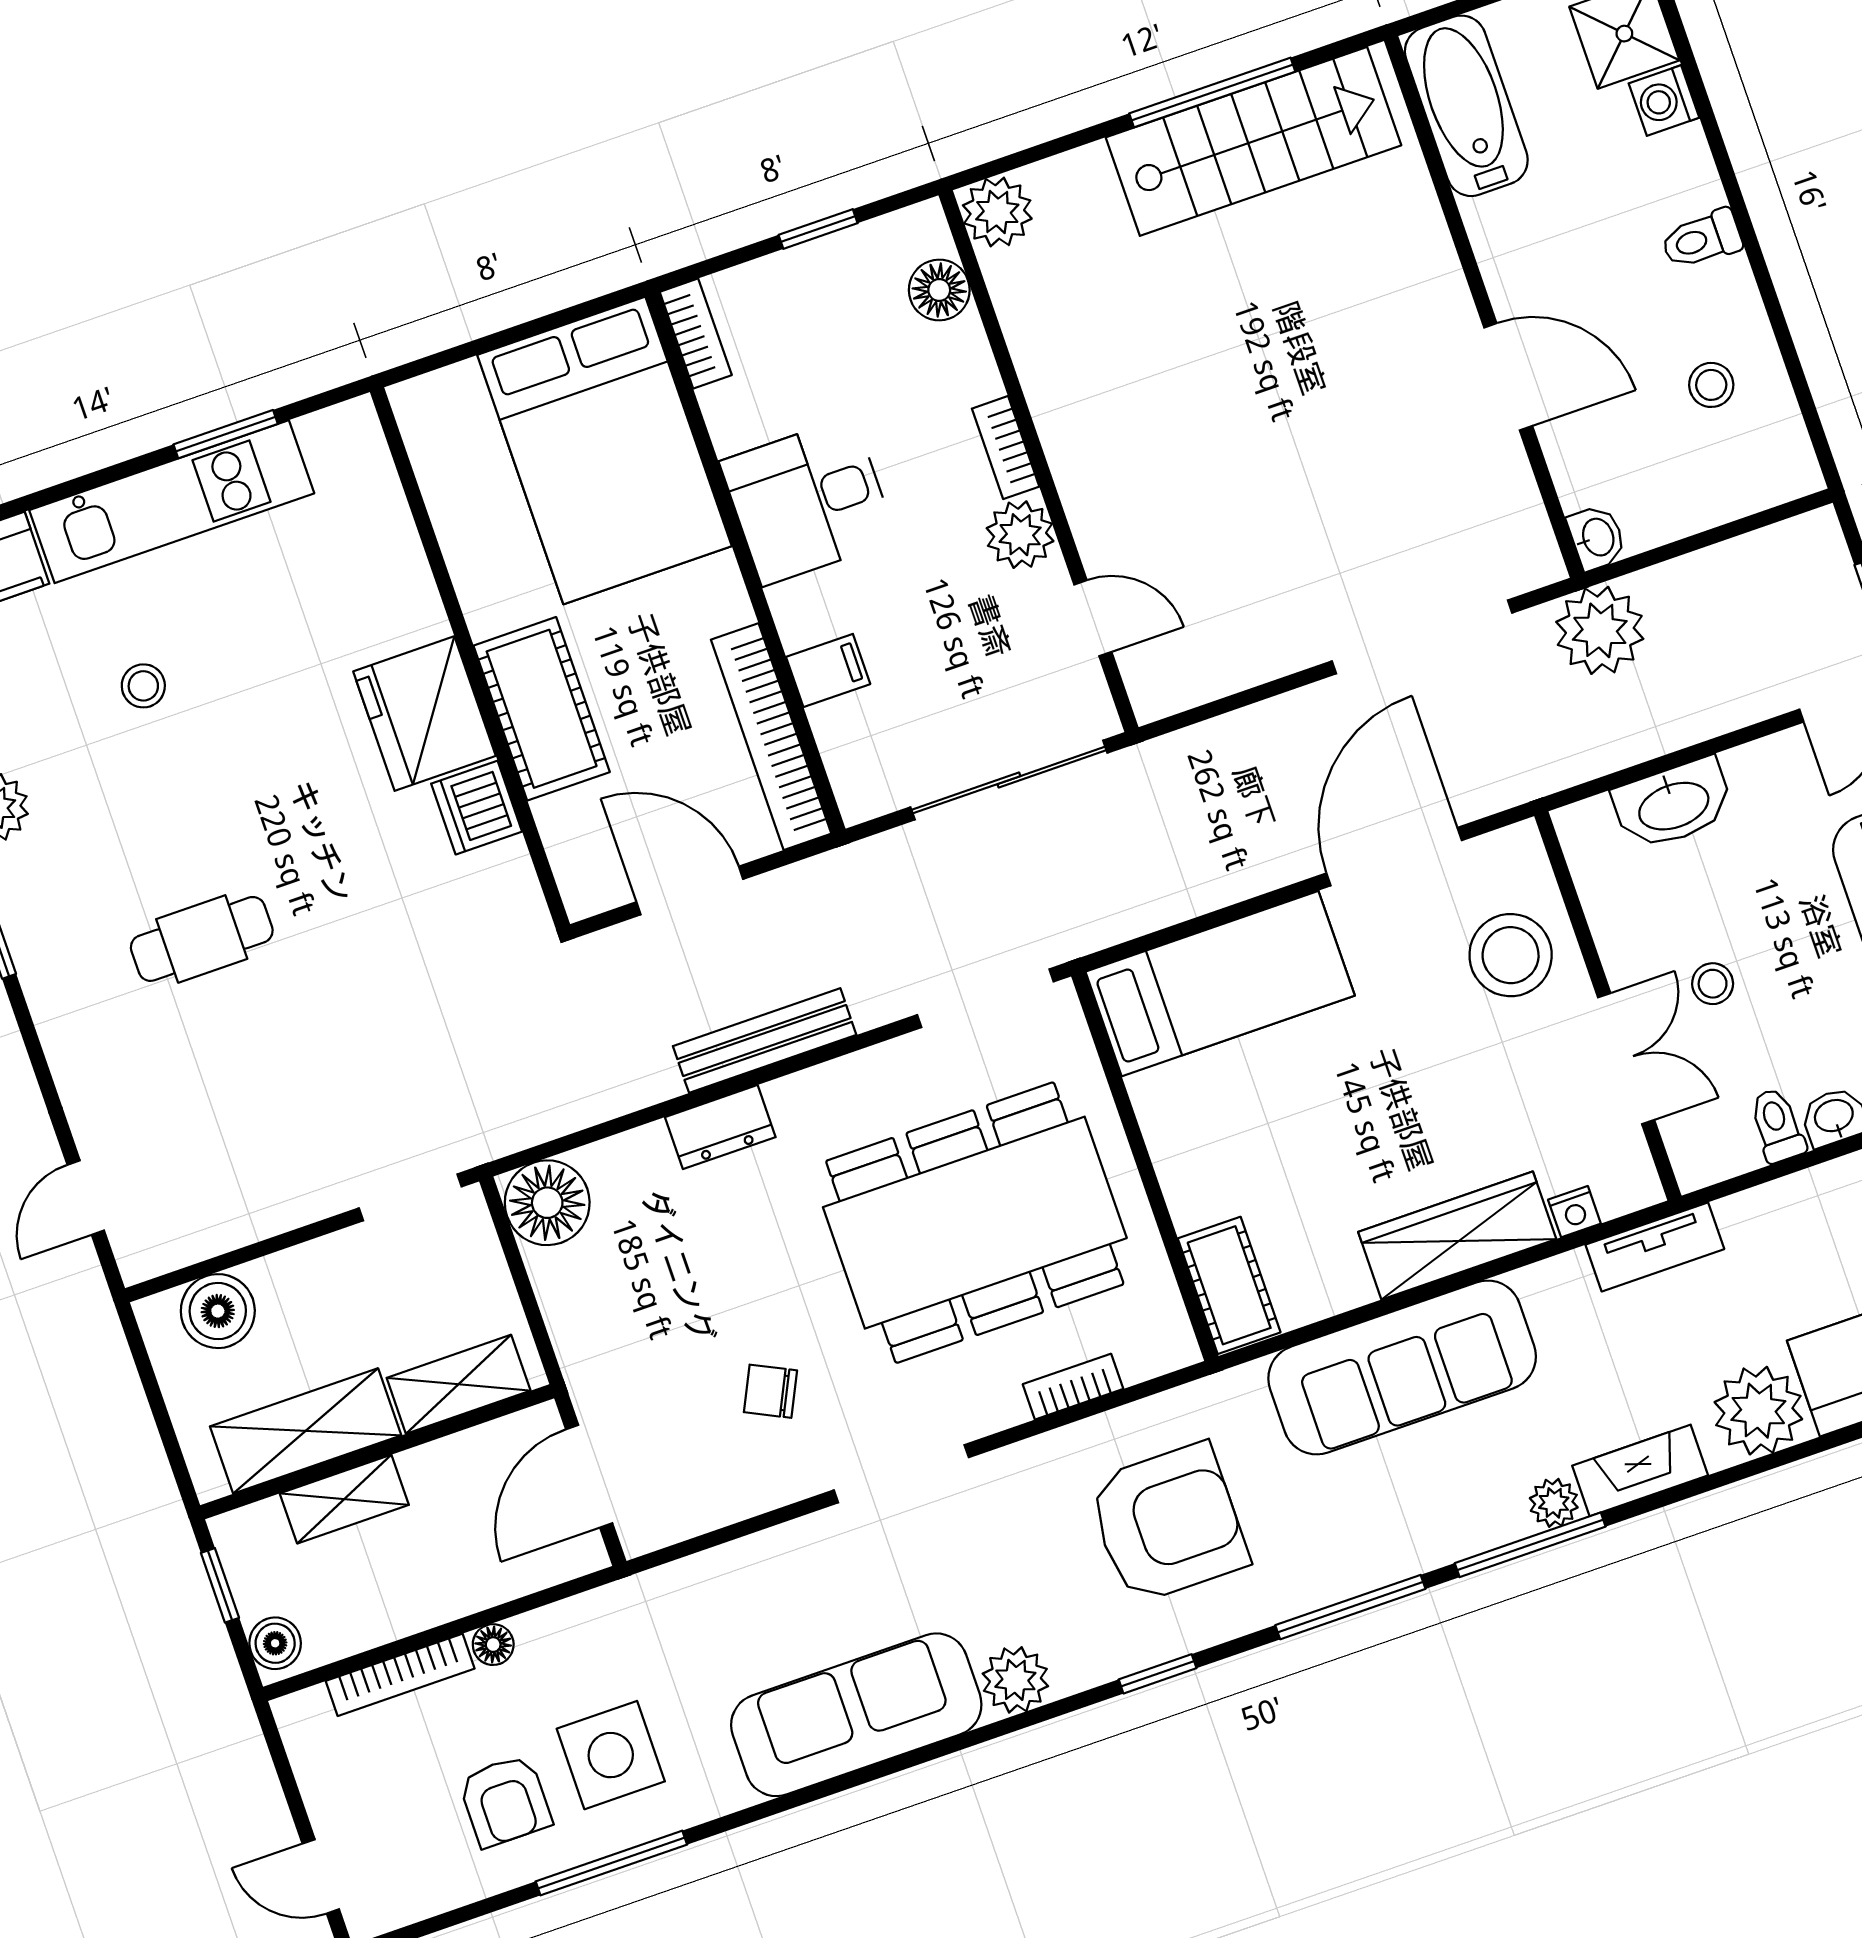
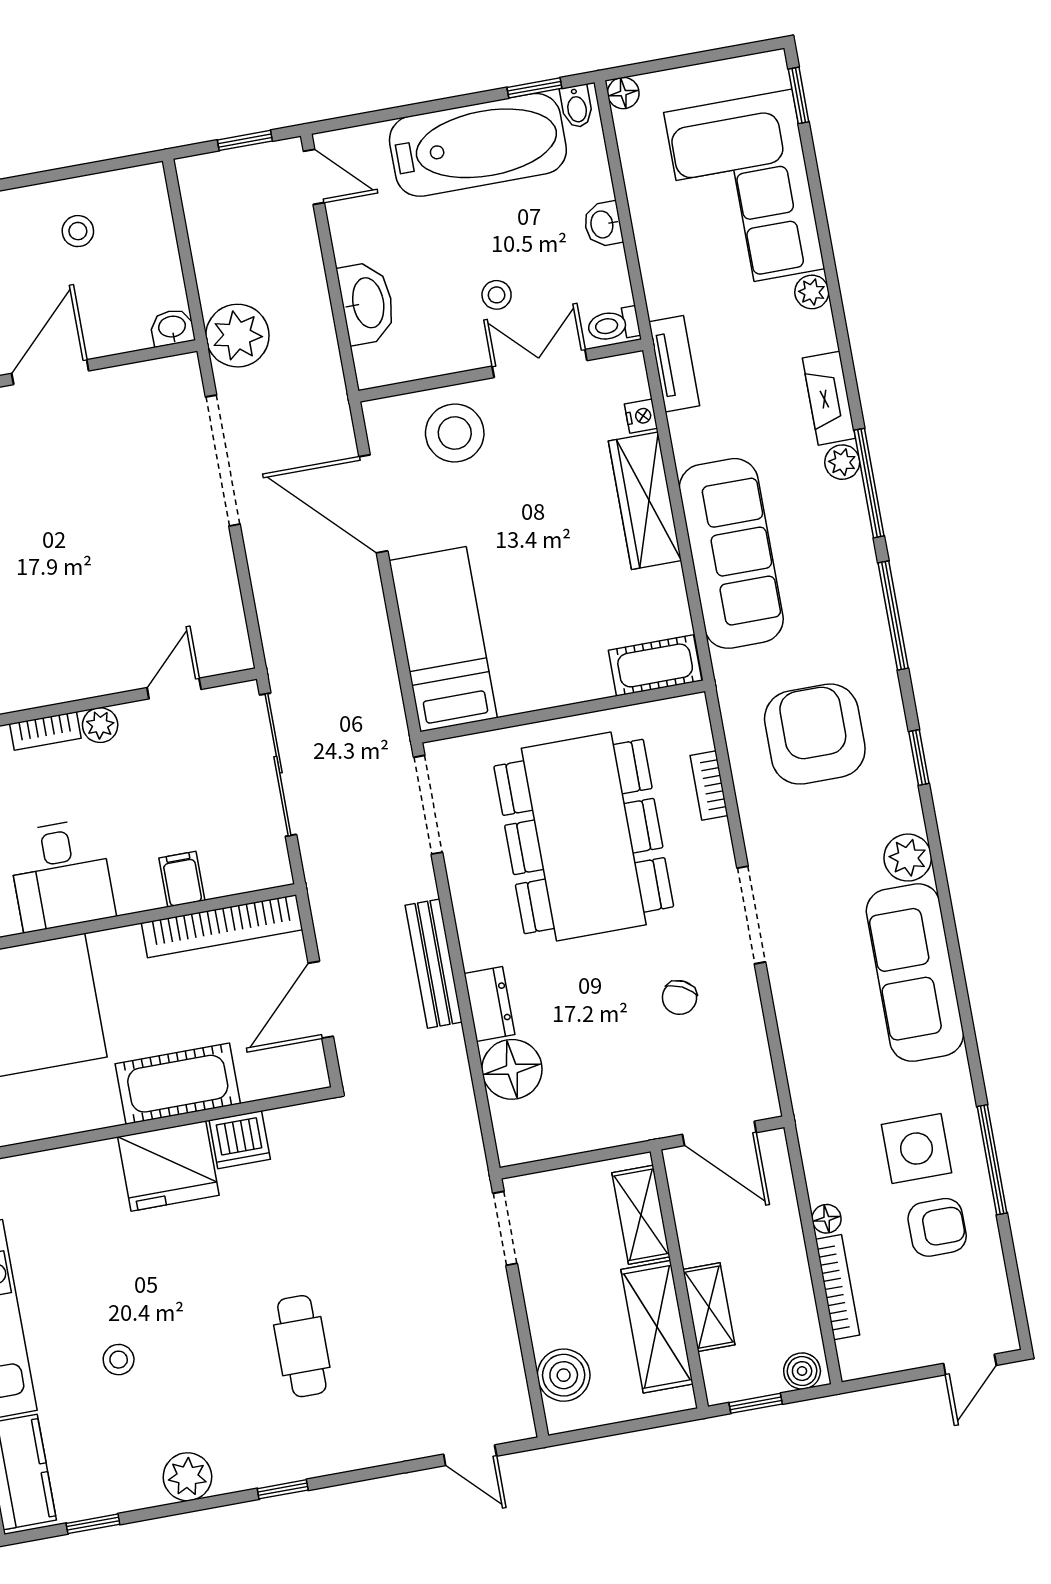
plant: (1020, 535) -> (100, 725), width x0.73, depth x0.73
toilet: (1777, 1125) -> (613, 325), moved
floor lamp: (547, 1203) -> (512, 1069), moved
plant: (1758, 1411) -> (812, 292), width x0.53, depth x0.53

